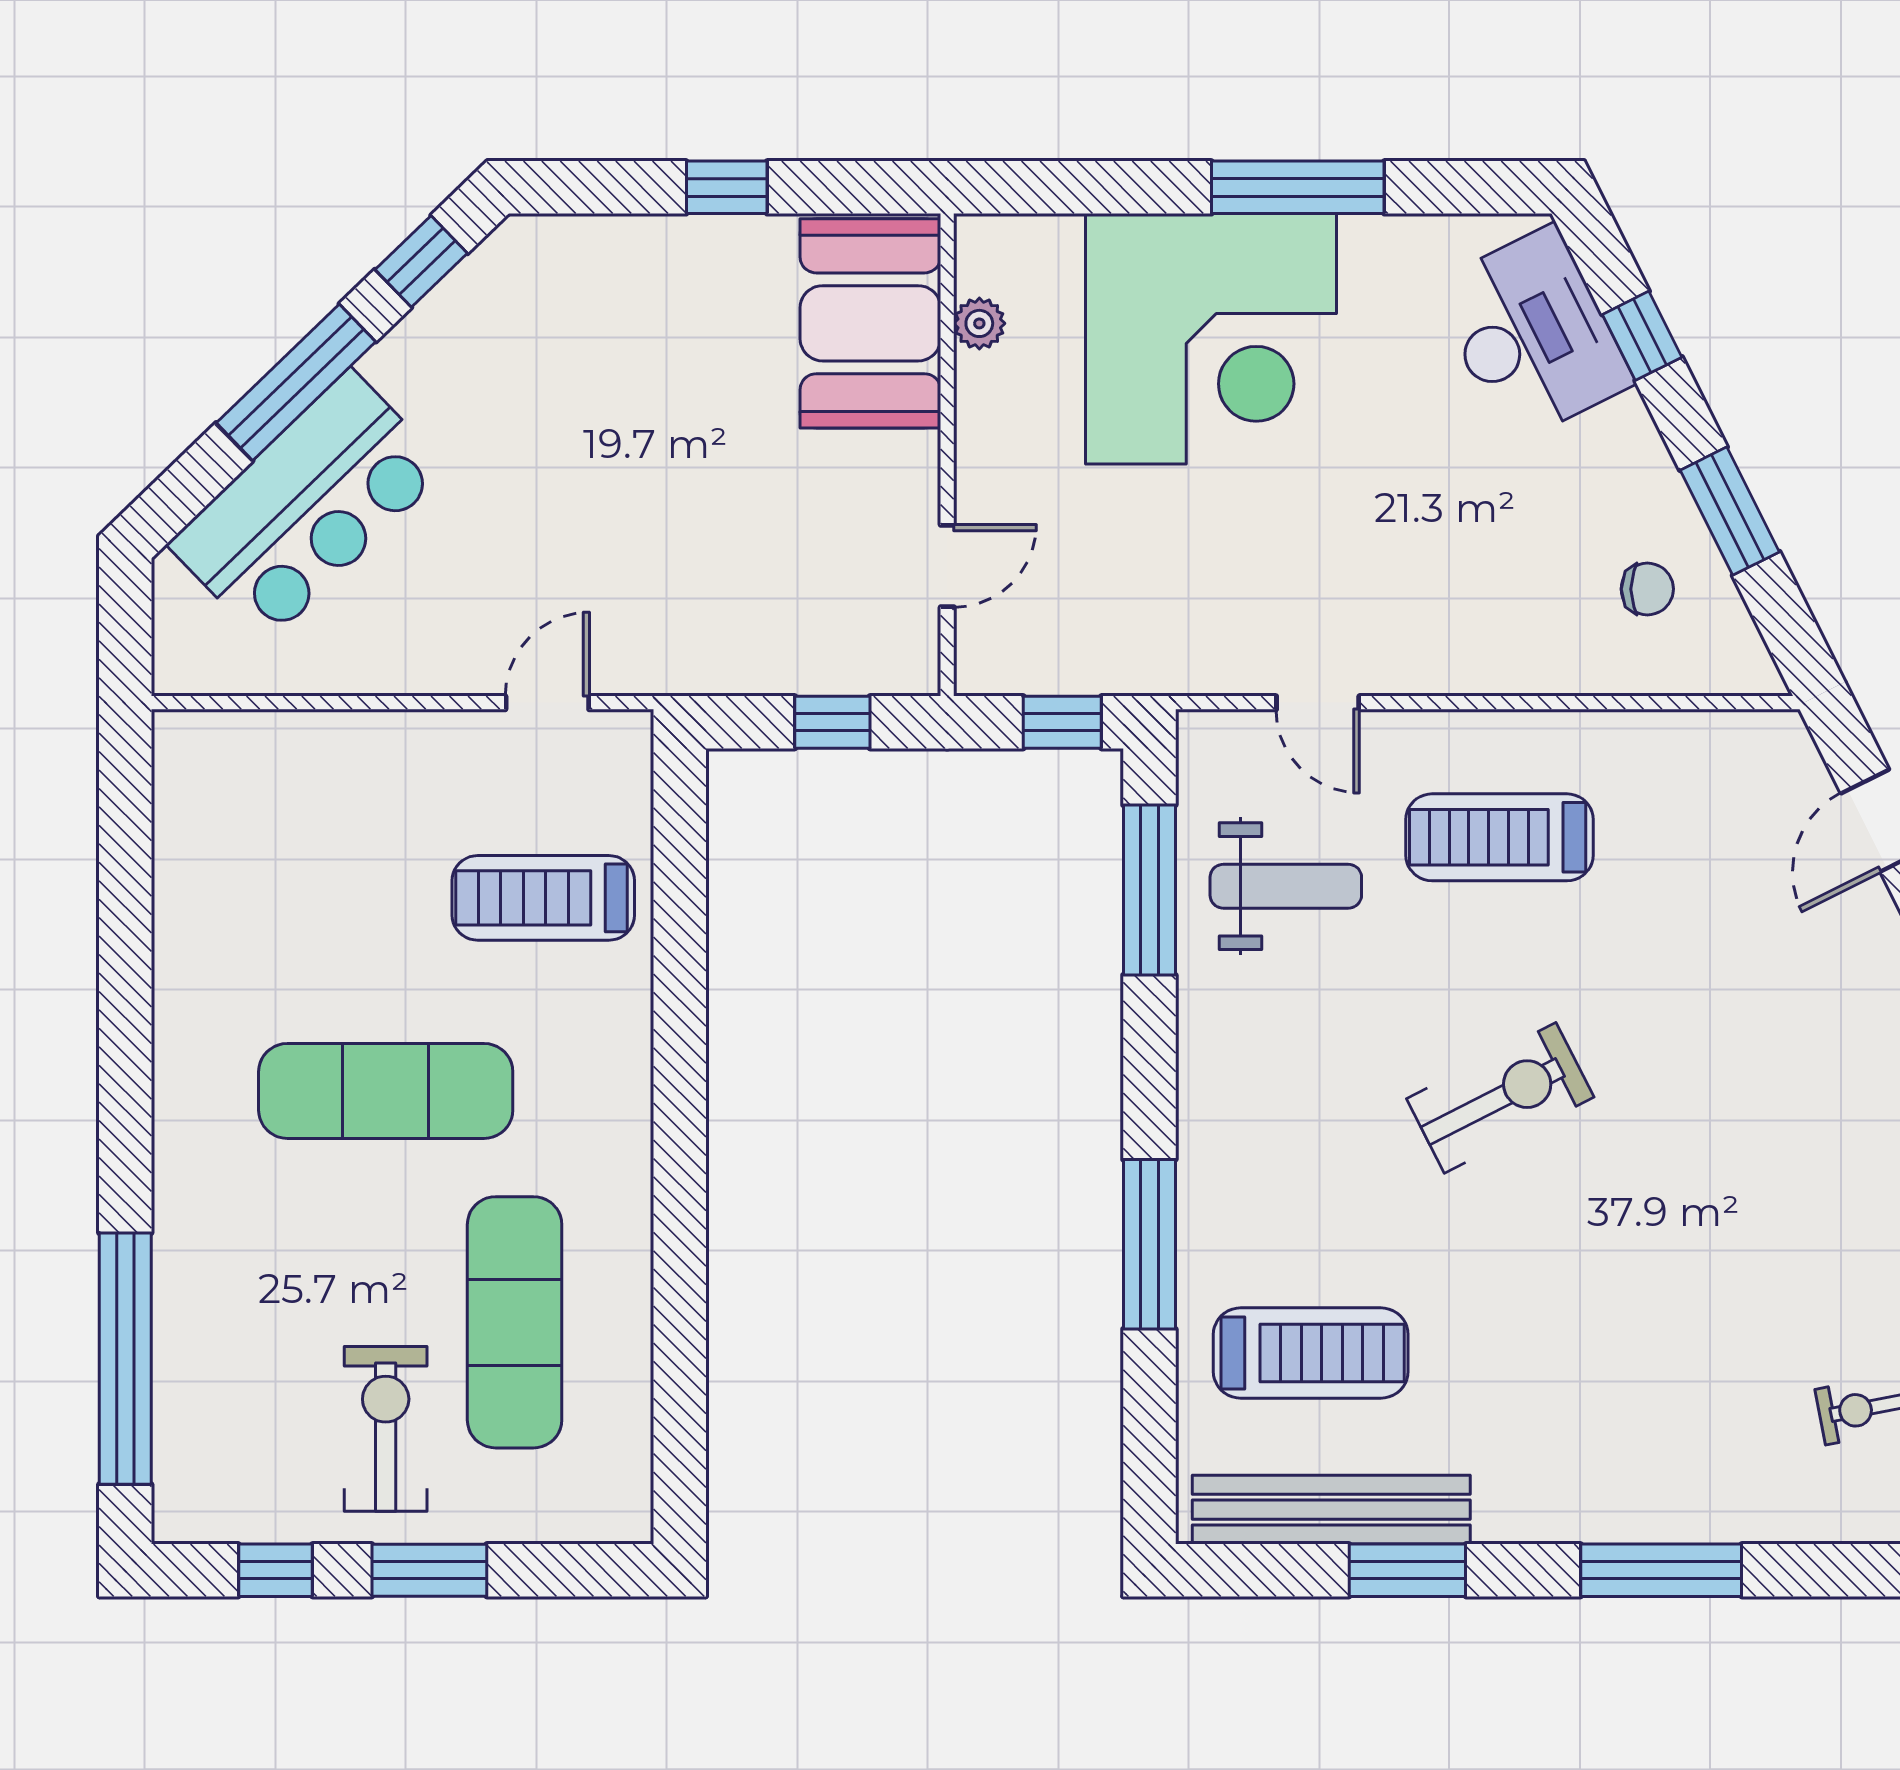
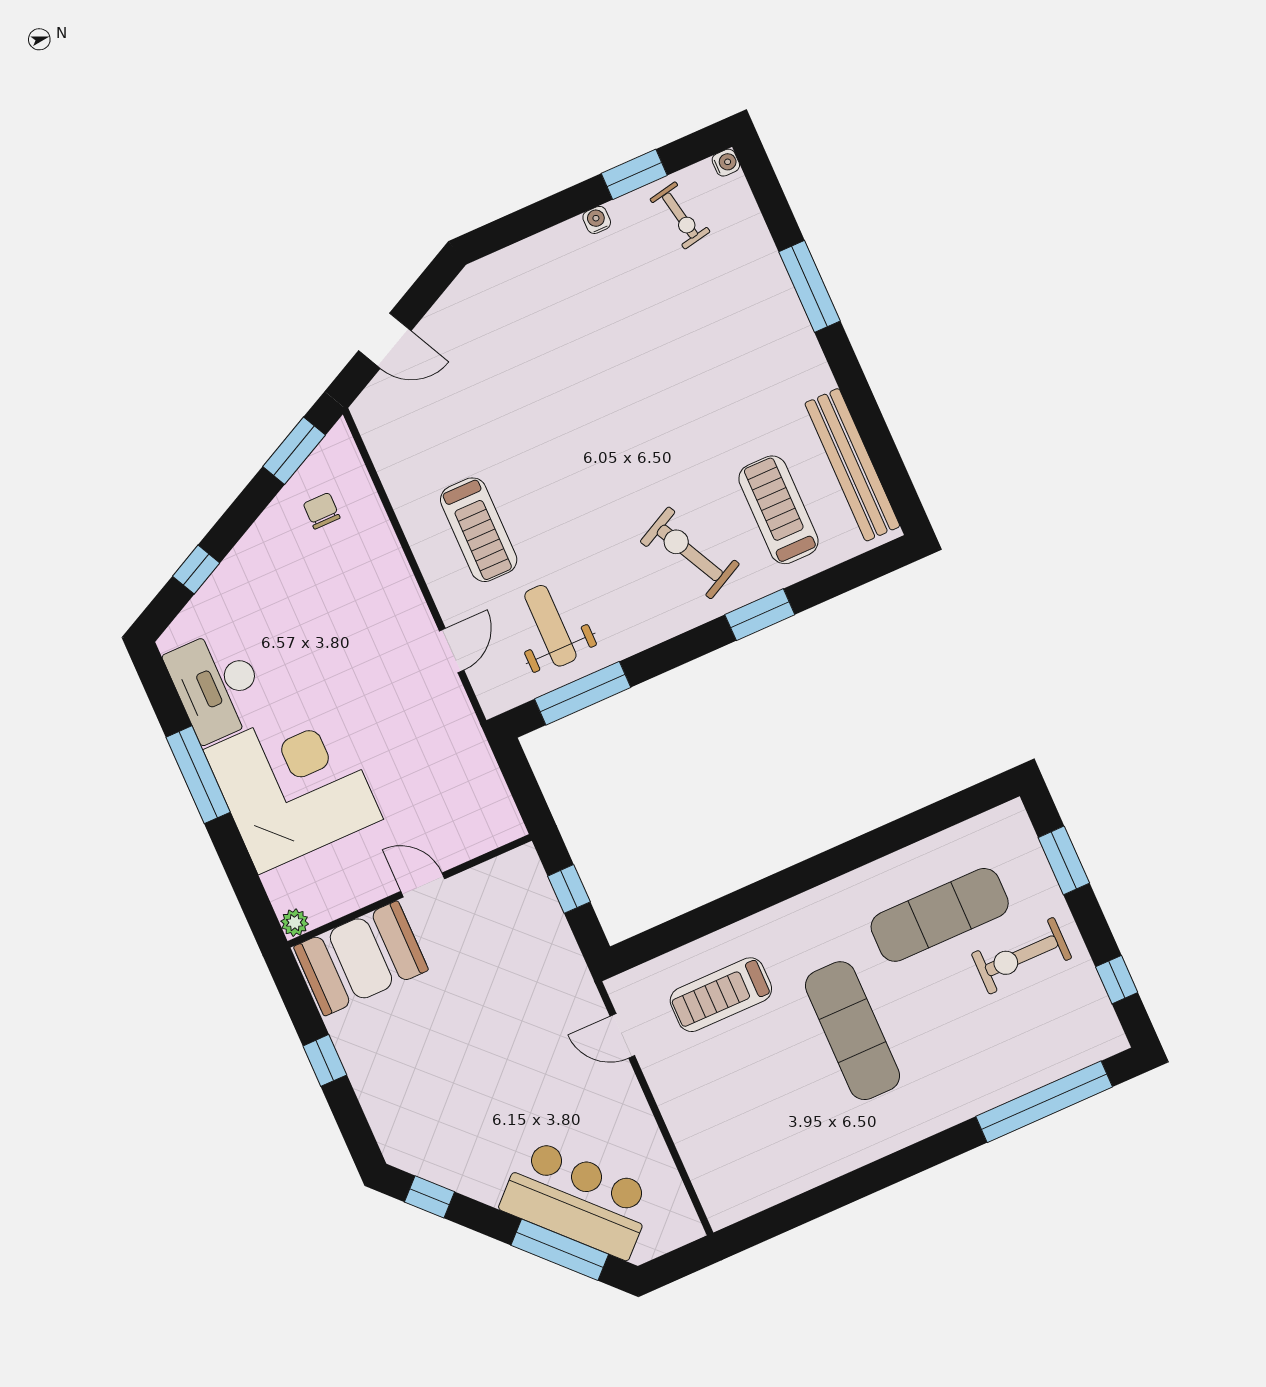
plant: (979, 323) -> (295, 923), moved
desk: (1532, 334) -> (217, 685), moved, turned -63
window: (296, 382) -> (560, 1250), moved
window: (1730, 511) -> (294, 451), moved
door: (947, 566) -> (423, 885), moved
window: (1062, 722) -> (518, 774), removed
treadmill: (543, 898) -> (721, 995), turned 90
exercise bike: (1500, 1098) -> (690, 553), moved
window: (1149, 1244) -> (760, 615), width x0.69
window: (429, 1570) -> (1064, 860), moved
window: (1407, 1570) -> (866, 413), removed

